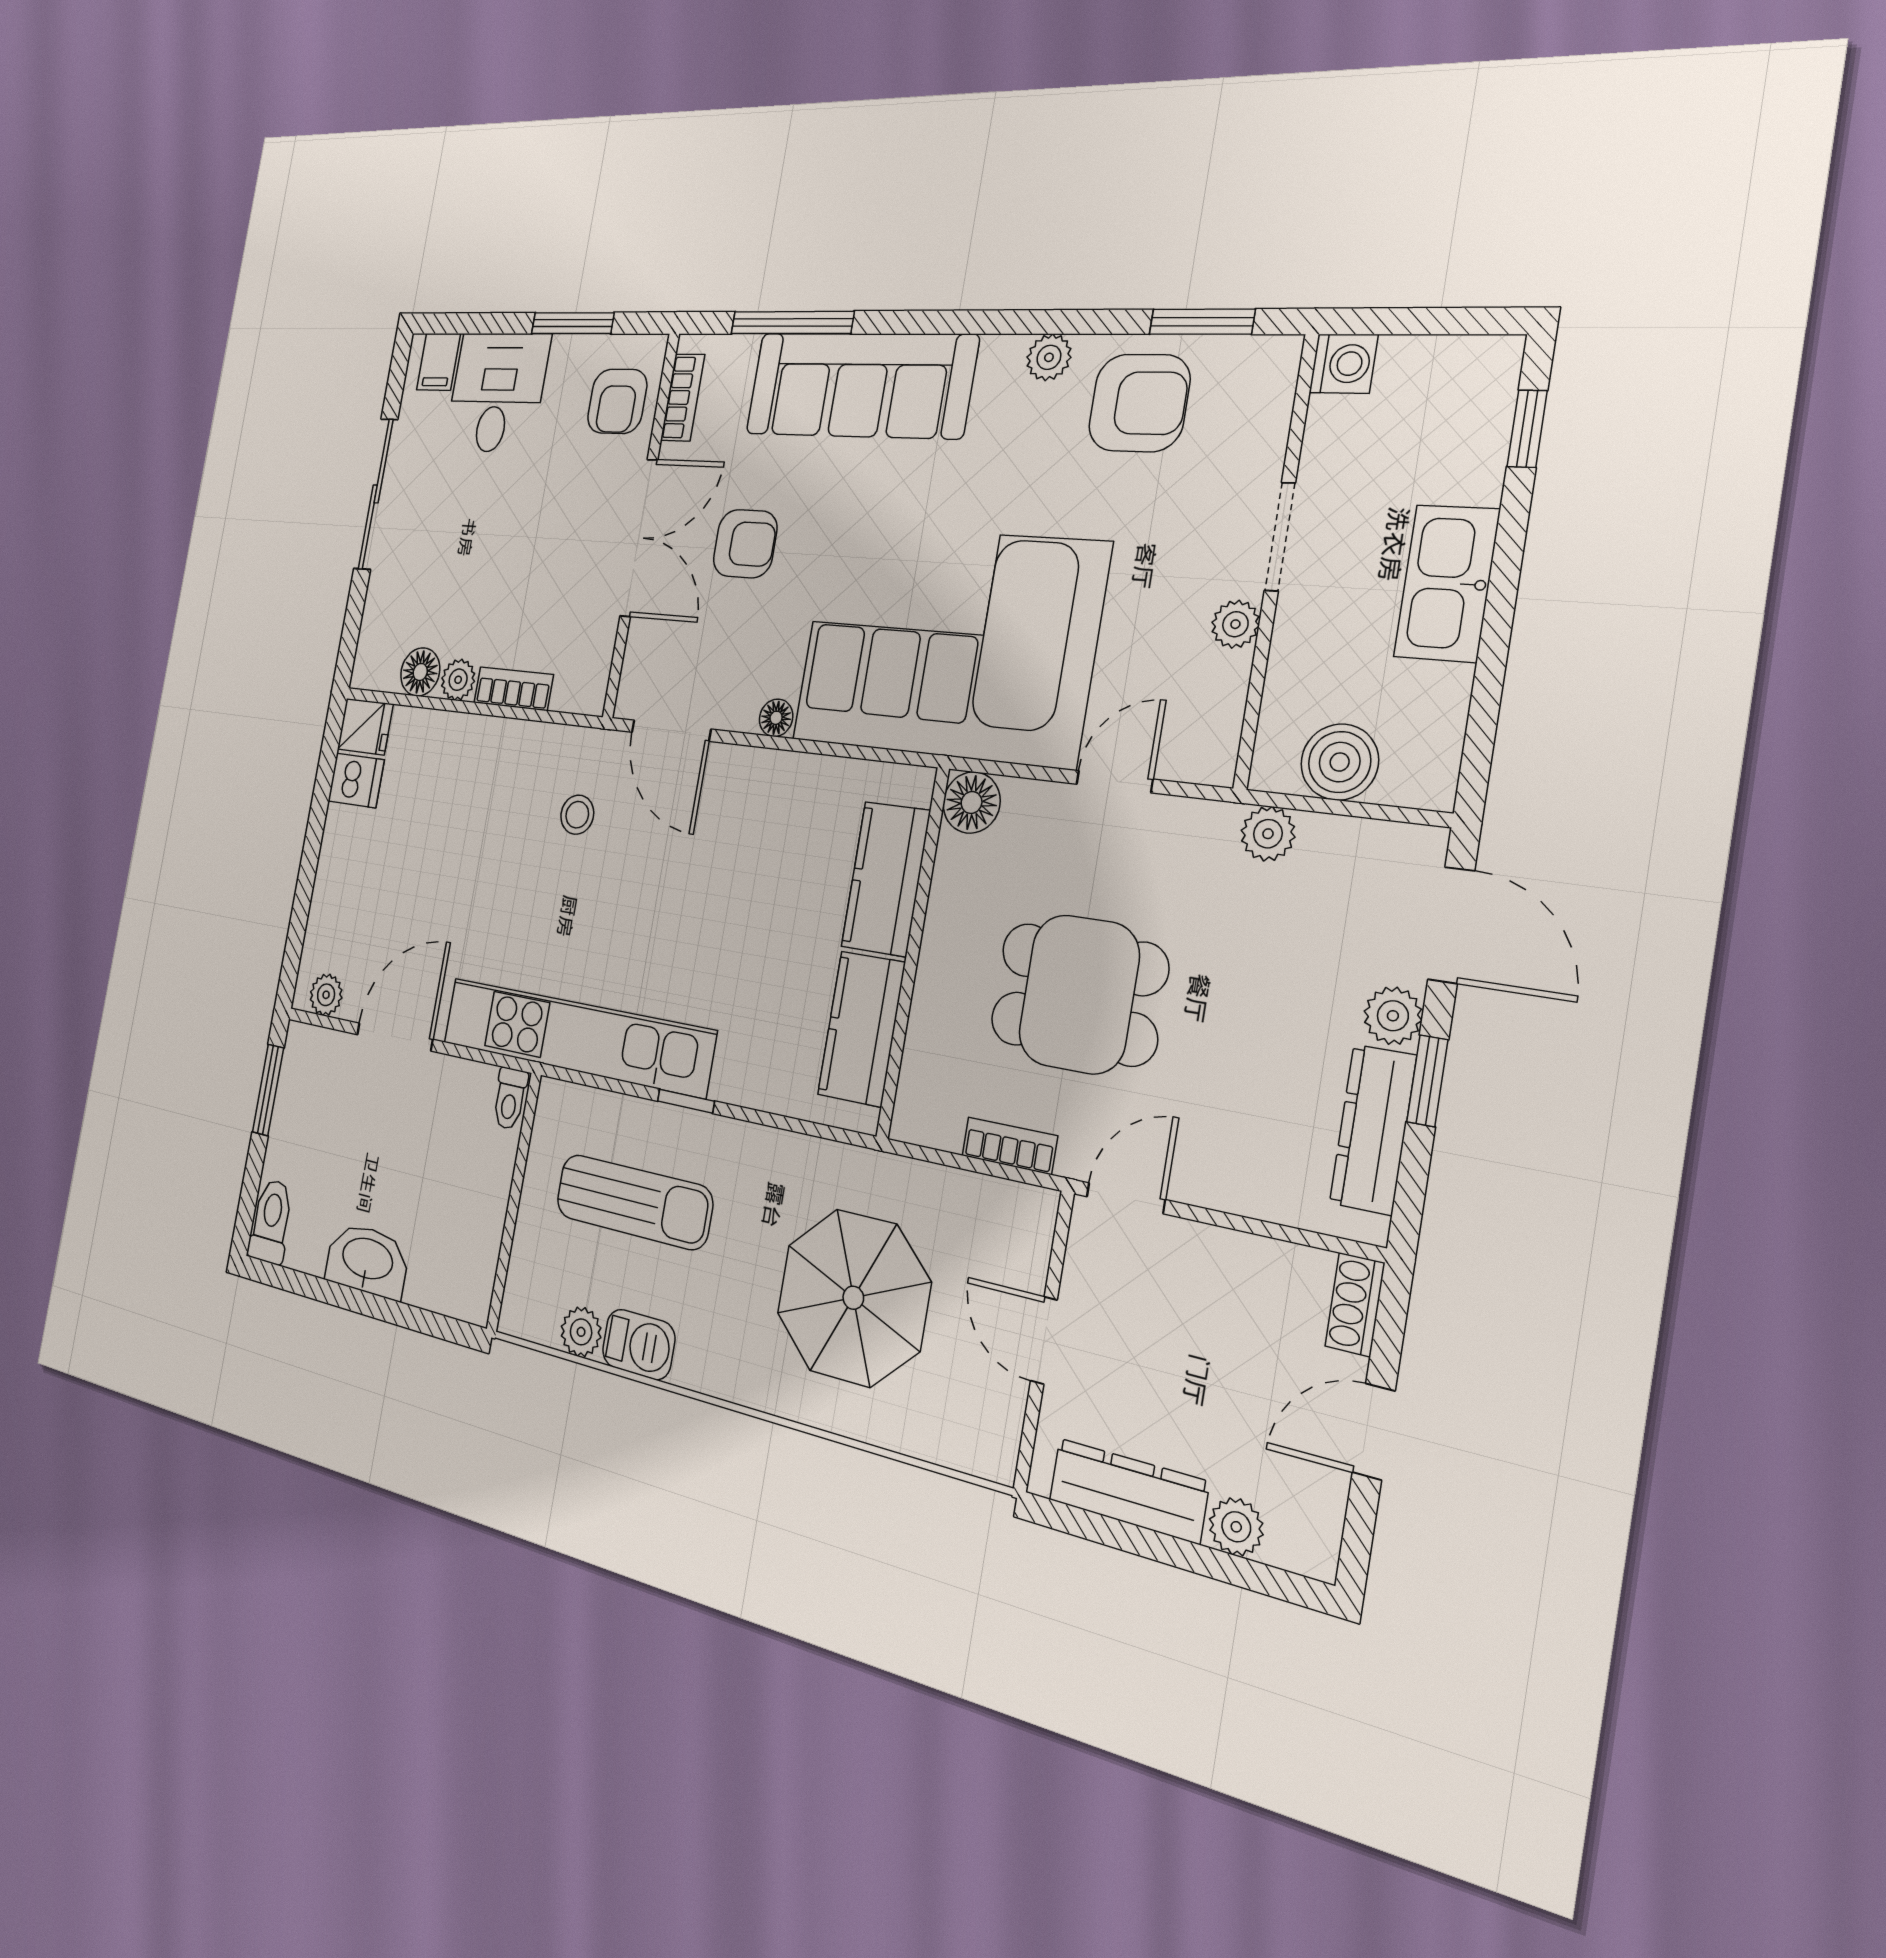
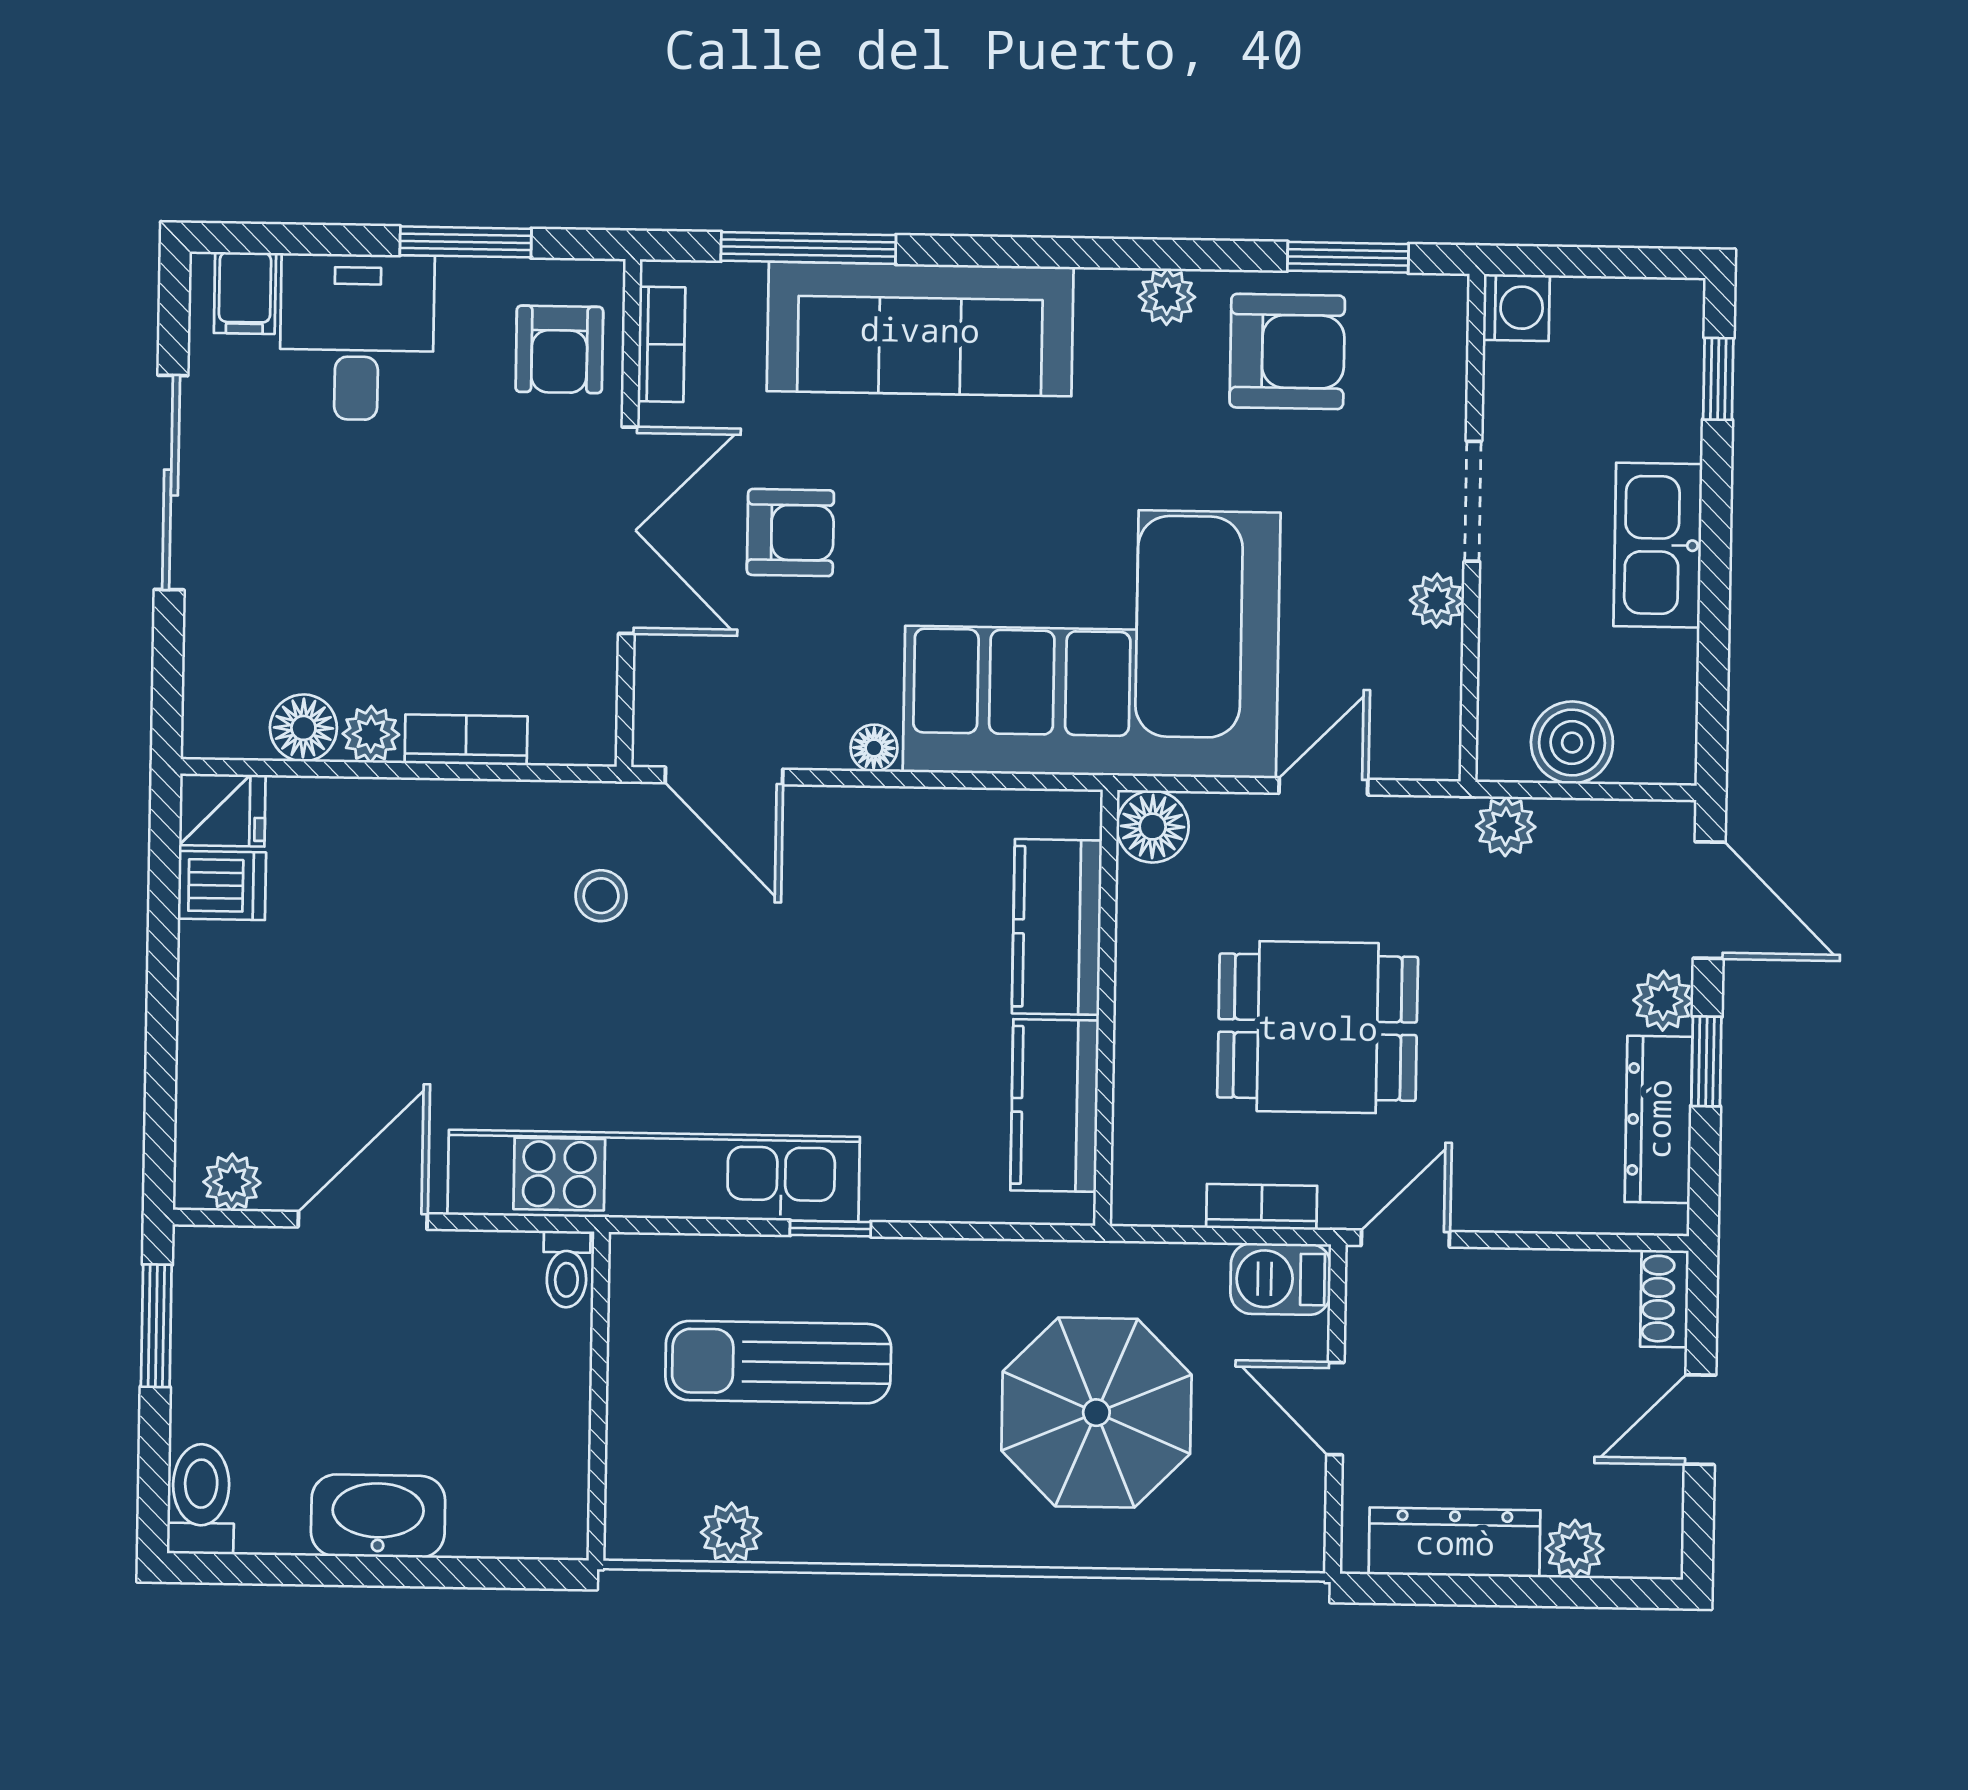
sun lounger: (634, 1202) -> (778, 1362), turned 180
barbecue: (639, 1344) -> (1281, 1279), moved, turned 180

